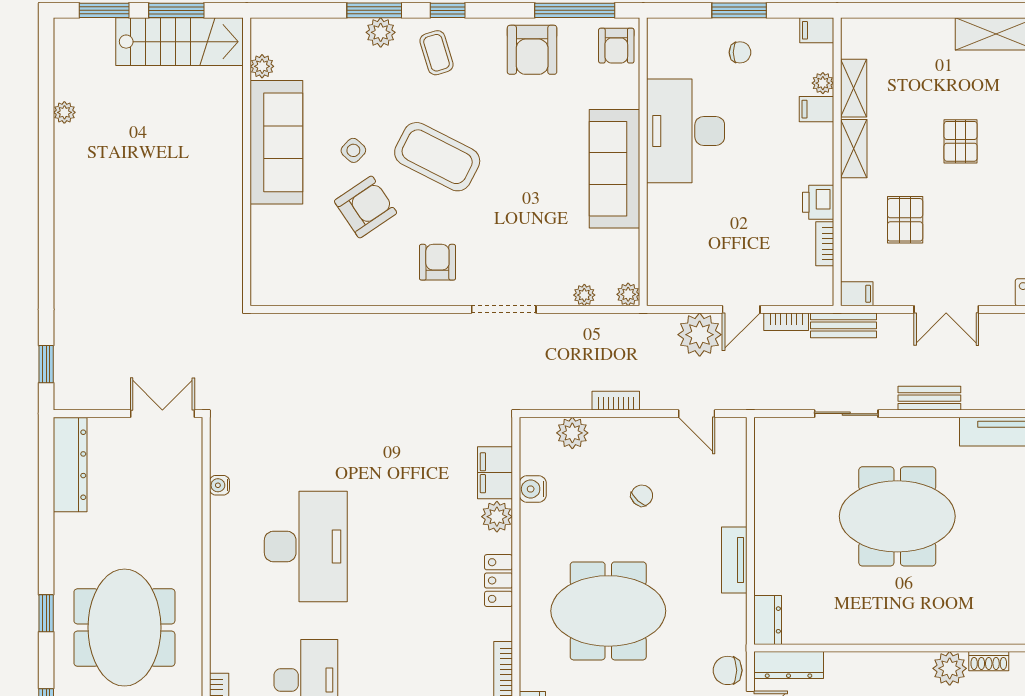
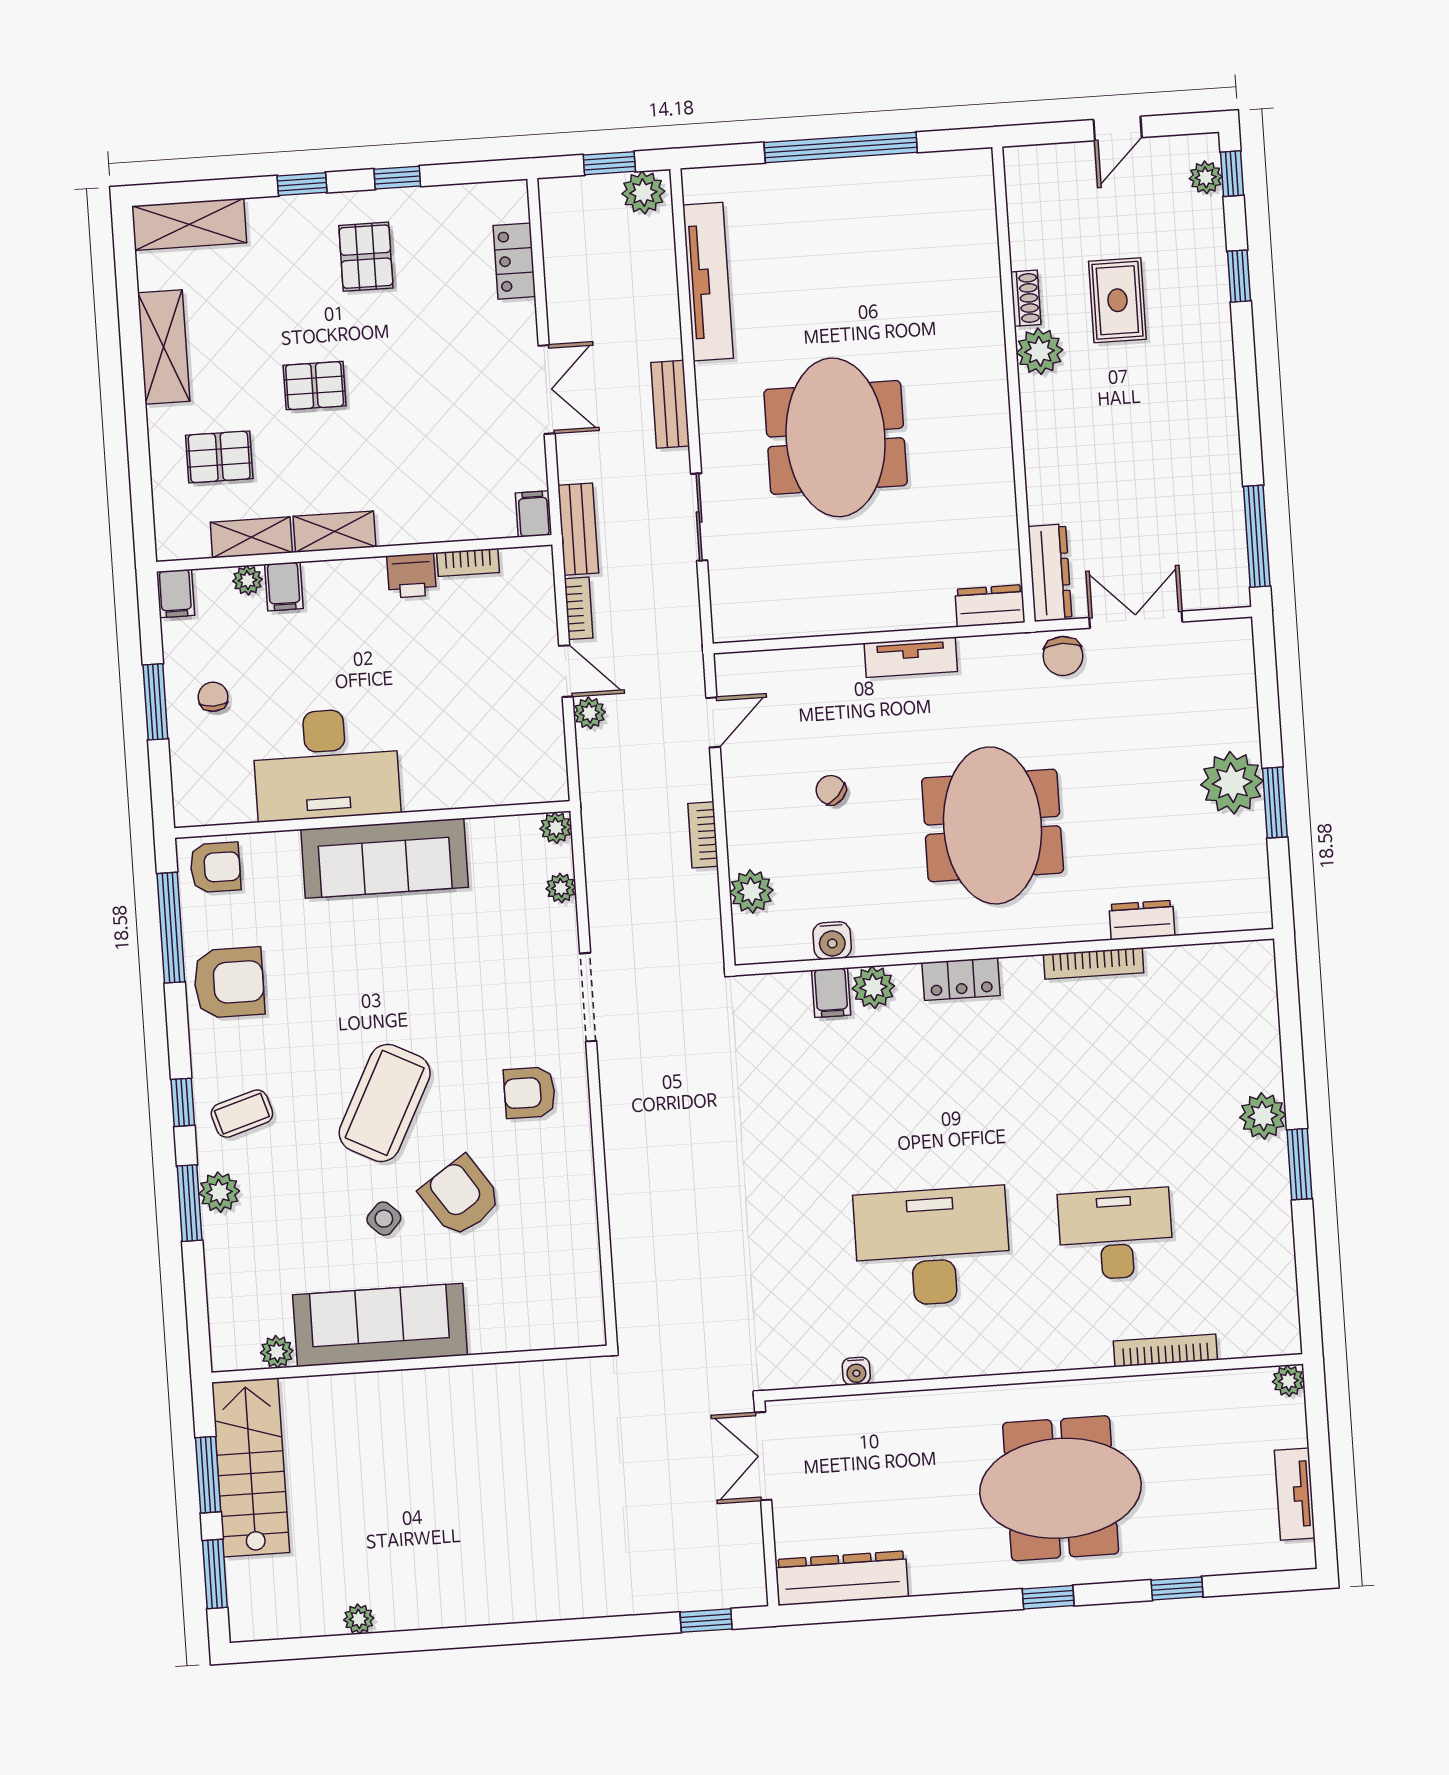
pallet: (905, 220) -> (219, 457), moved
plant: (700, 335) -> (590, 713), width x0.53, depth x0.53
filing cabinet: (495, 473) -> (831, 993), width x0.50

